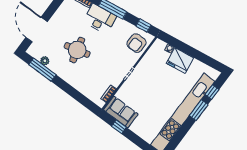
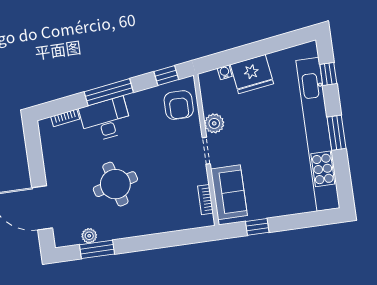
plant: (144, 66) -> (214, 123), added
window: (42, 70) -> (97, 249), width x0.69
window: (199, 110) -> (337, 133), moved
sofa: (121, 112) -> (229, 192), moved, turned 90

